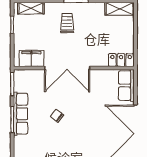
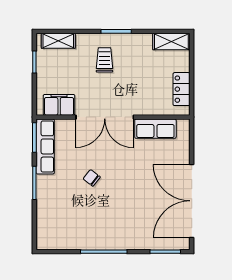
locker: (121, 60) -> (182, 89), moved, turned -90
row of seats: (126, 86) -> (155, 129), moved, turned -90
row of seats: (21, 114) -> (45, 146), moved

